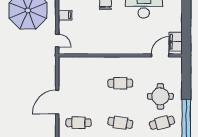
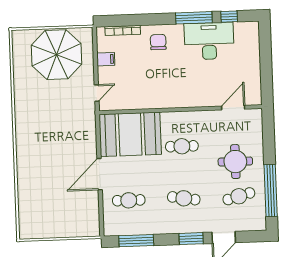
door: (57, 41) -> (97, 93), hinge flipped
filing cabinet: (176, 42) -> (253, 89), removed
booth: (81, 73) -> (130, 134), added

